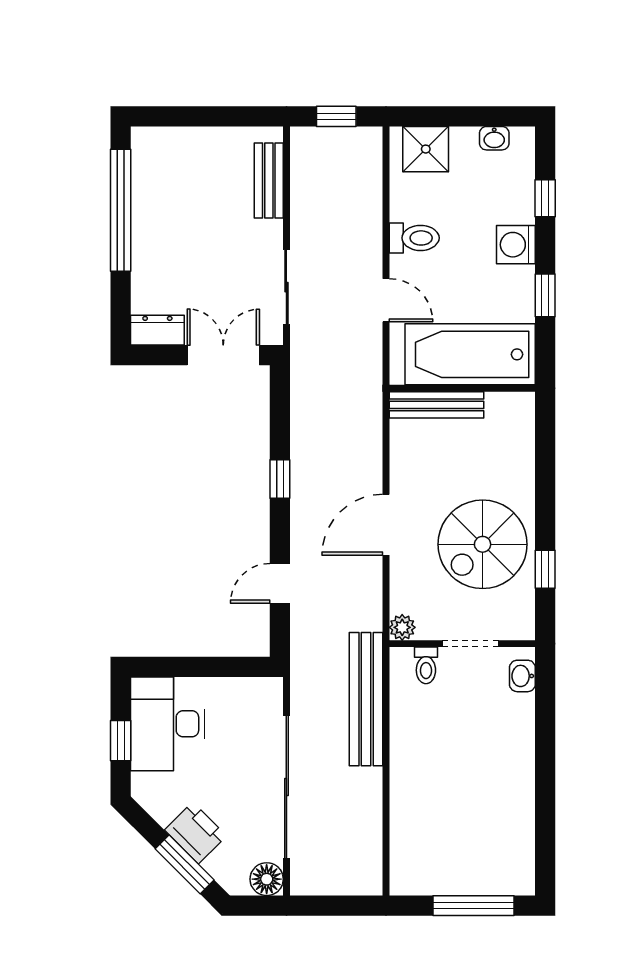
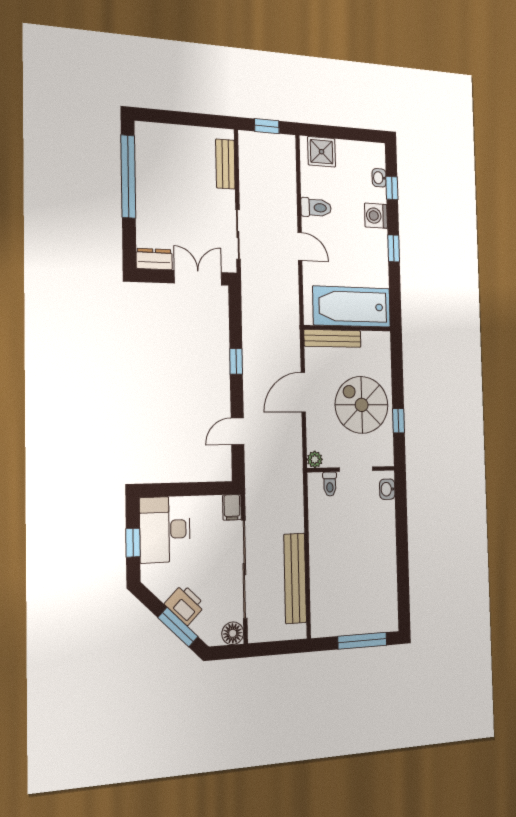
washbasin: (494, 138) -> (379, 178), moved, turned 90
bathtub: (470, 354) -> (352, 307), moved
wall: (462, 388) -> (348, 328), moved
bench: (436, 405) -> (333, 338), moved
spiral stairs: (483, 544) -> (362, 405), turned 90
filing cabinet: (269, 695) -> (232, 507), added
bench: (366, 699) -> (295, 578), moved

